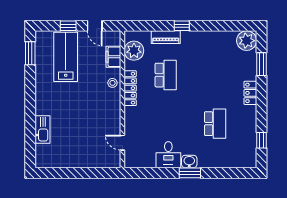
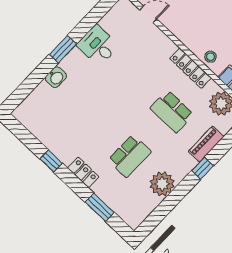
plant: (247, 41) -> (162, 184), moved
school desk: (215, 124) -> (130, 156), moved, turned -90
window: (262, 140) -> (51, 161), moved
washbasin: (189, 162) -> (56, 77), moved

